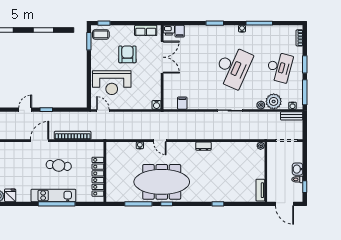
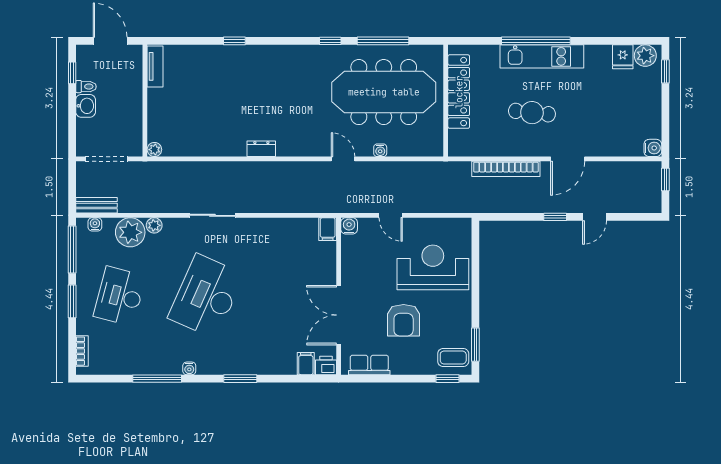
filing cabinet: (182, 103) -> (328, 229), moved
door: (103, 110) -> (391, 215), moved
meeting table: (162, 182) -> (384, 92), moved

